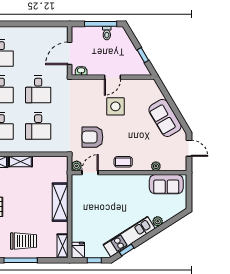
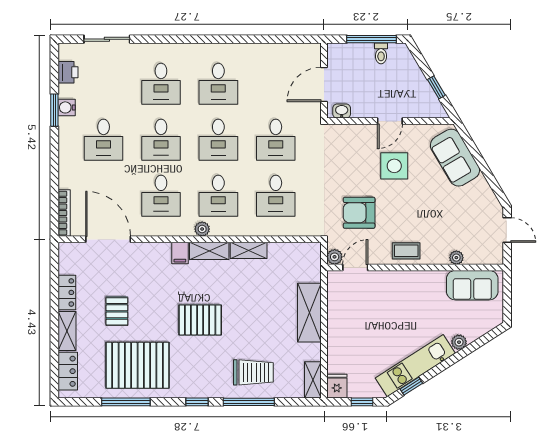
sofa: (165, 118) -> (455, 158), moved

